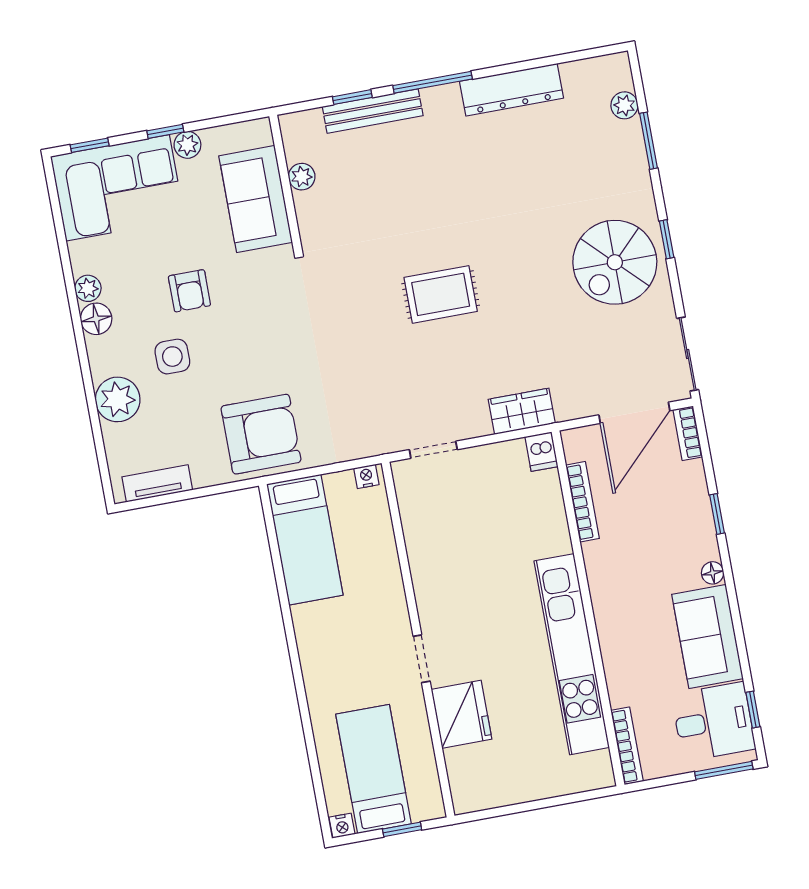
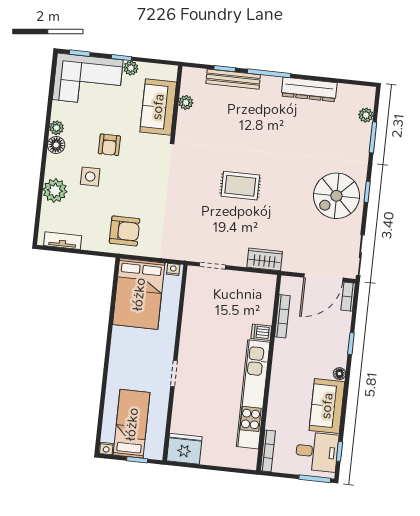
armchair: (261, 434) -> (125, 231), width x0.73, depth x0.73
dishwasher: (541, 452) -> (261, 332), moved, turned 90
bed: (305, 540) -> (139, 294), width x1.50
fridge: (462, 714) -> (184, 449), moved, turned -90

